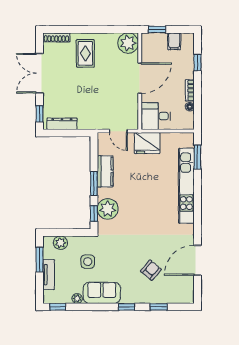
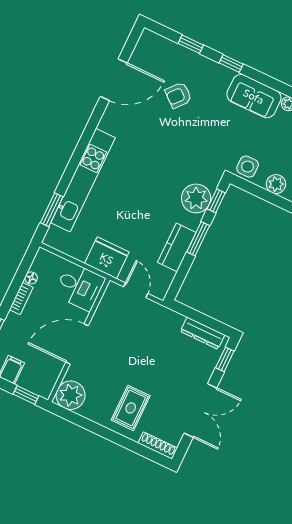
side table: (88, 262) -> (248, 167), moved

